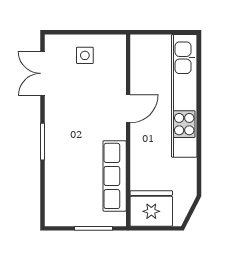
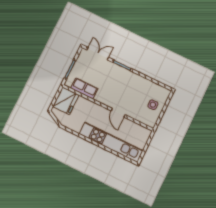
double door: (43, 73) -> (98, 54), moved
row of seats: (115, 176) -> (84, 88), width x0.68

